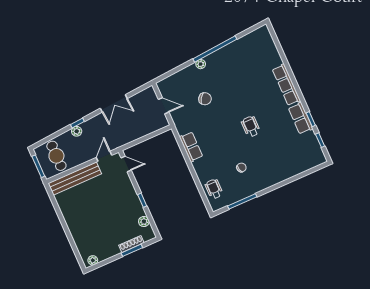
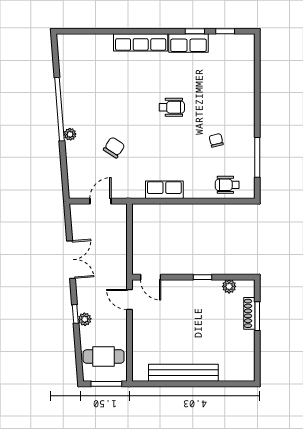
wheelchair: (251, 127) -> (172, 107), turned 180
door: (126, 164) -> (151, 277), swing flipped
bench: (75, 179) -> (183, 373), moved, turned 90
plant: (93, 260) -> (249, 368), removed

